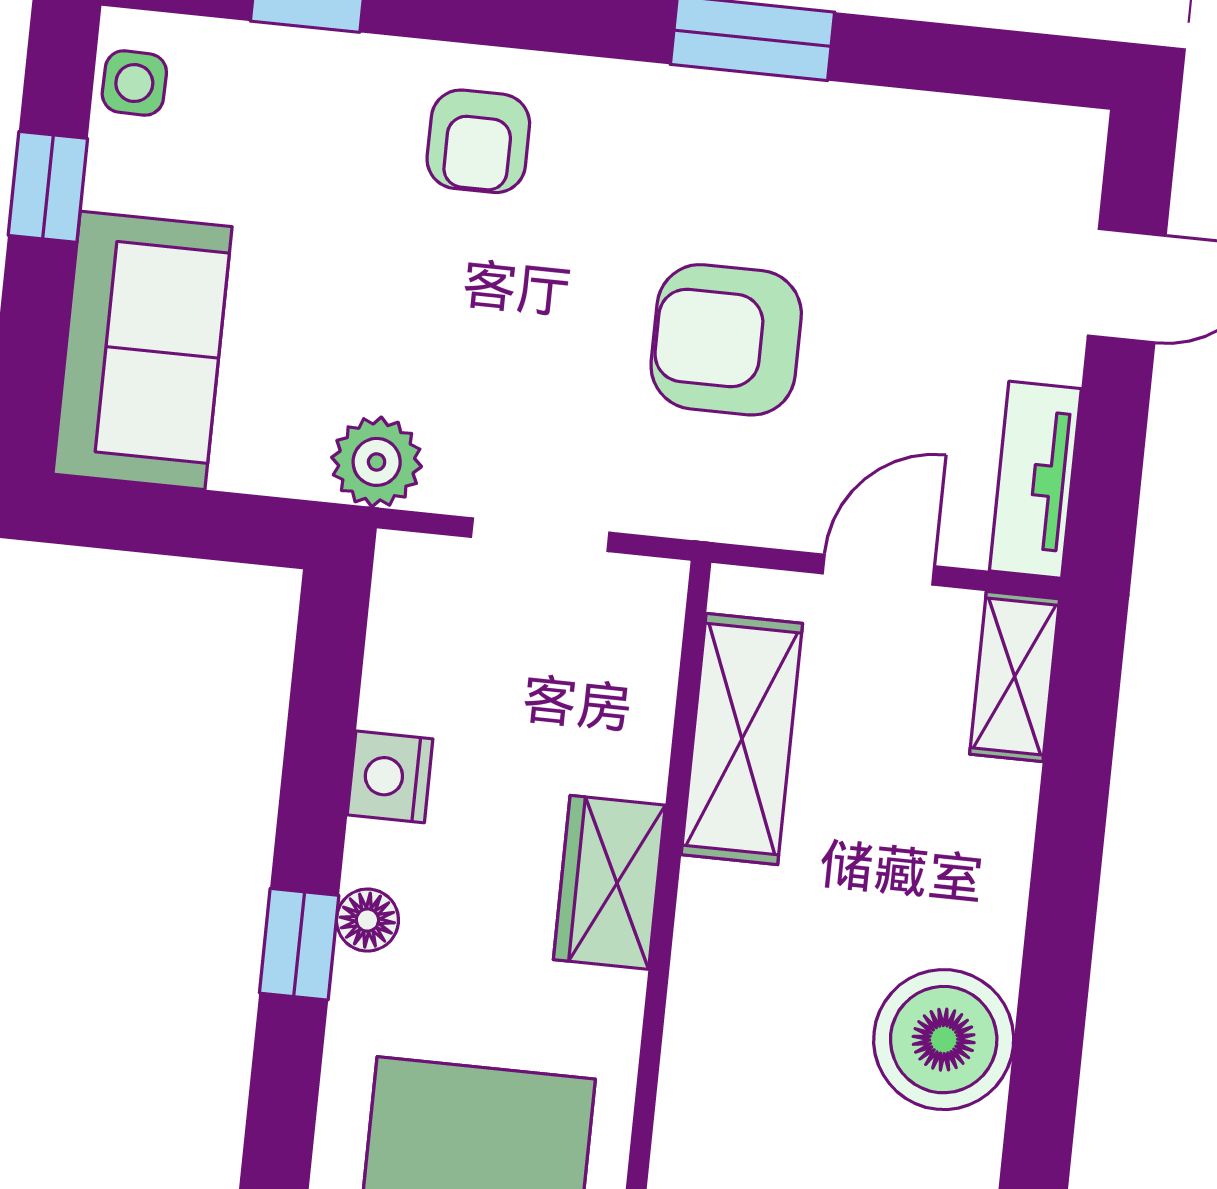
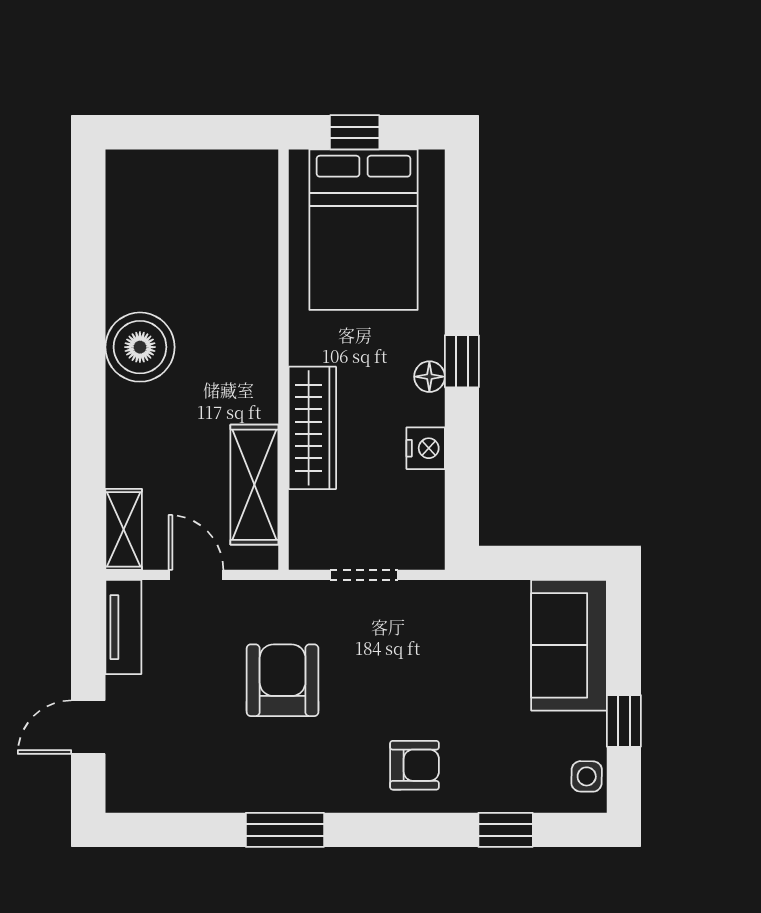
armchair: (478, 141) -> (414, 765), turned 90
armchair: (726, 340) -> (283, 680), turned -90
plant: (377, 462) -> (448, 602), removed
door: (878, 570) -> (196, 575), swing flipped
wardrobe: (609, 882) -> (312, 428), width x1.50

